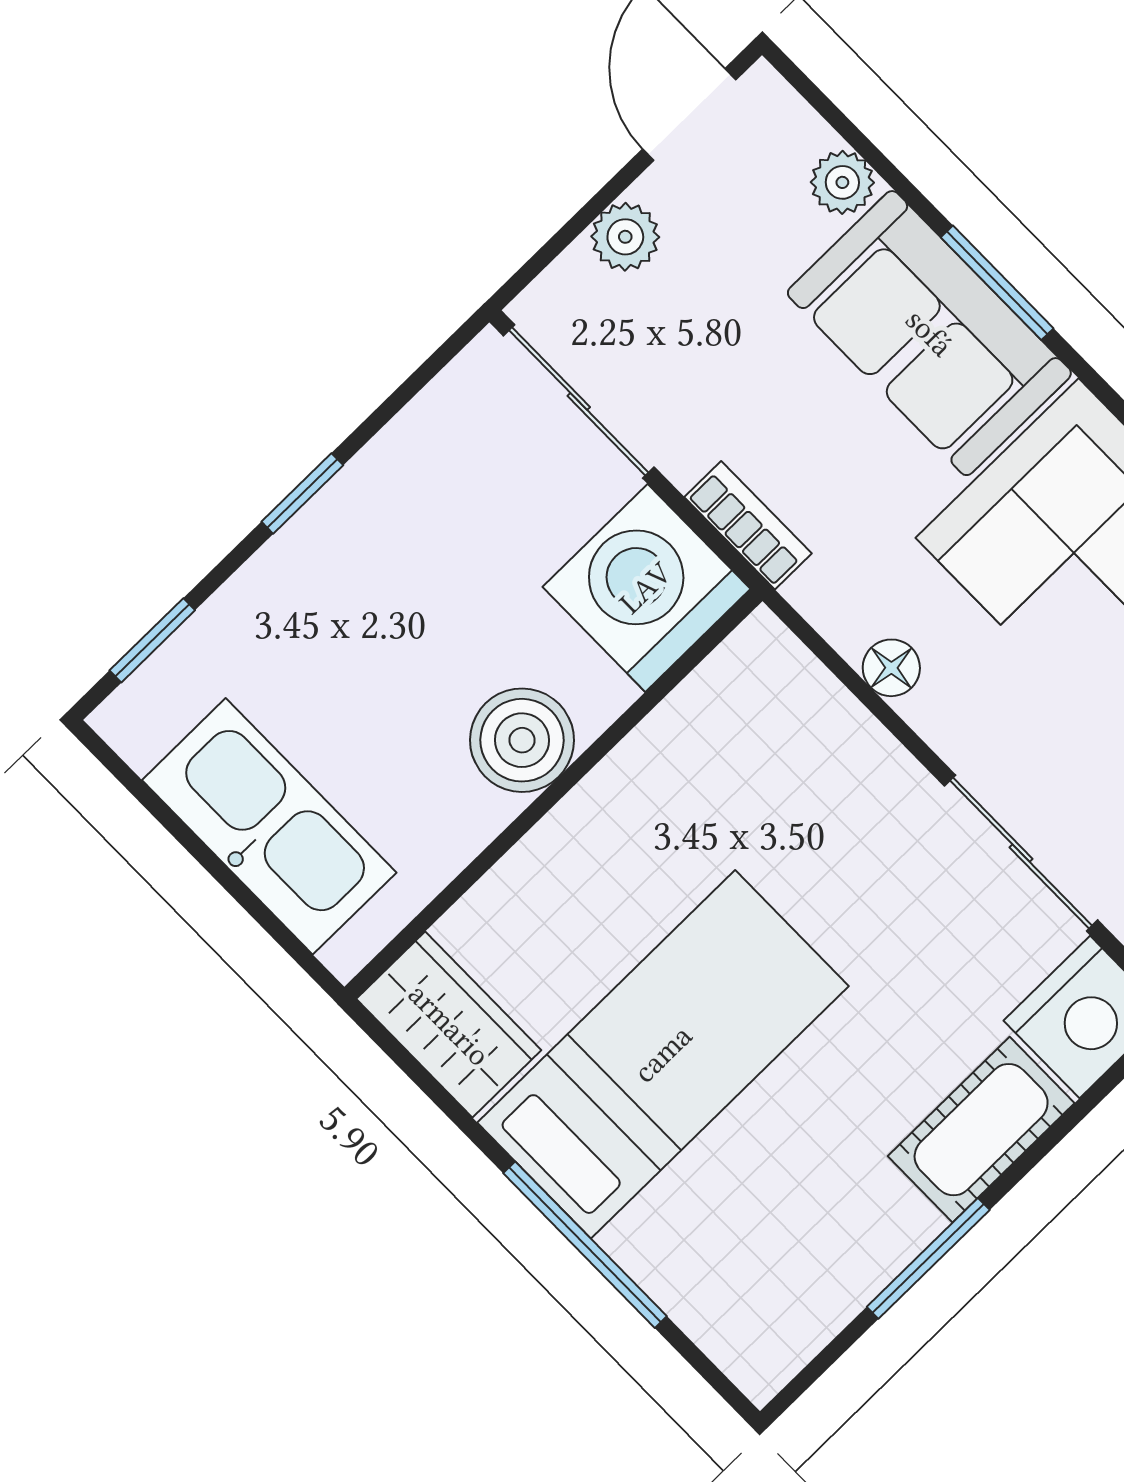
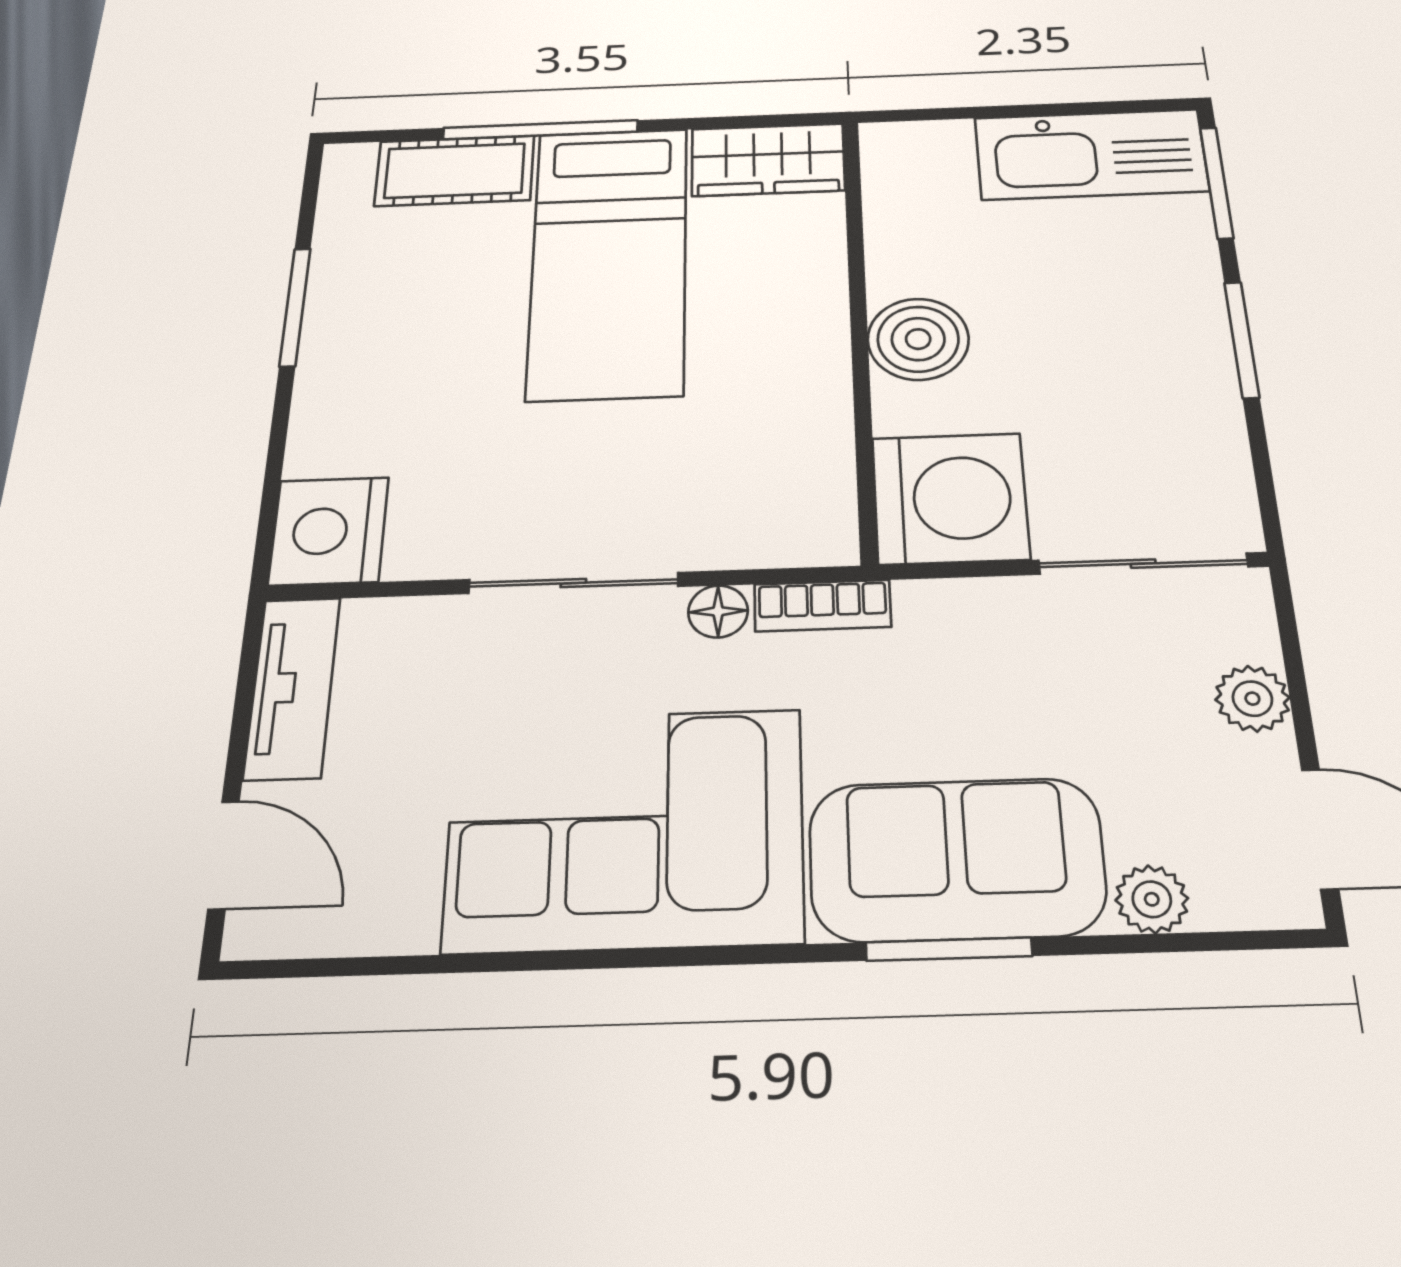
window: (302, 493) -> (1242, 339), width x1.50
bookcase: (748, 525) -> (822, 606), moved
window: (152, 640) -> (1217, 182), width x1.50
kitchen sink: (269, 826) -> (1091, 154), moved
sliding door: (1021, 853) -> (573, 583), moved
cot: (981, 1130) -> (455, 171), moved, turned 90

